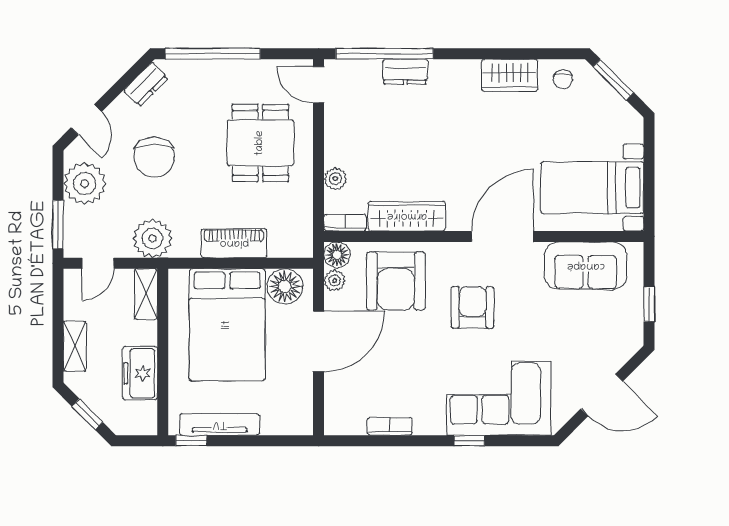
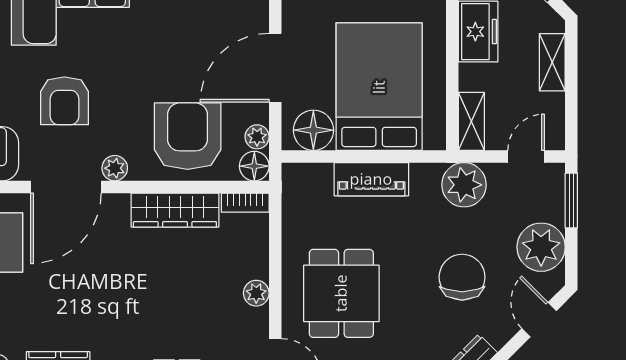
plant: (335, 179) -> (256, 293), moved
plant: (460, 253) -> (115, 168), added
armchair: (473, 307) -> (64, 101), moved

